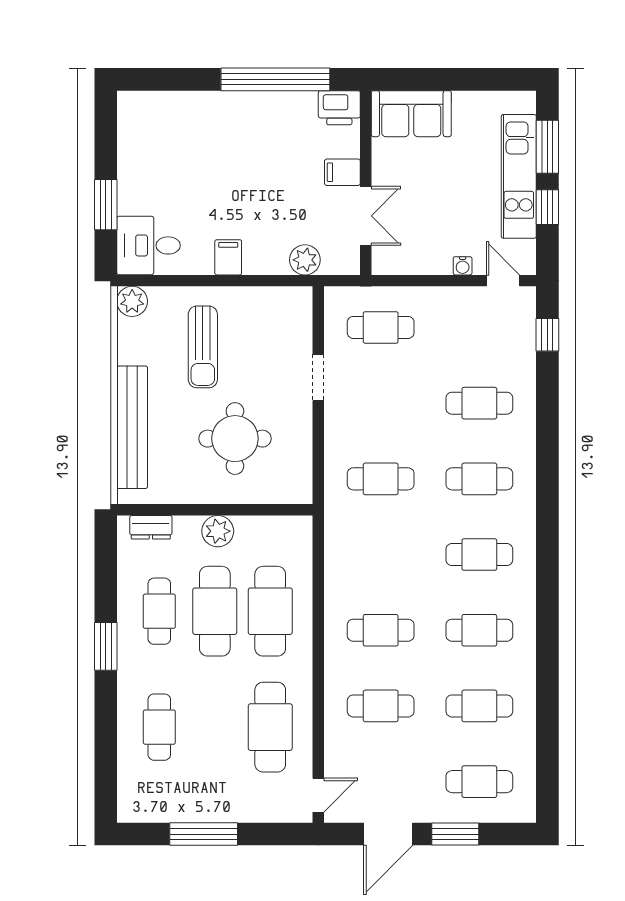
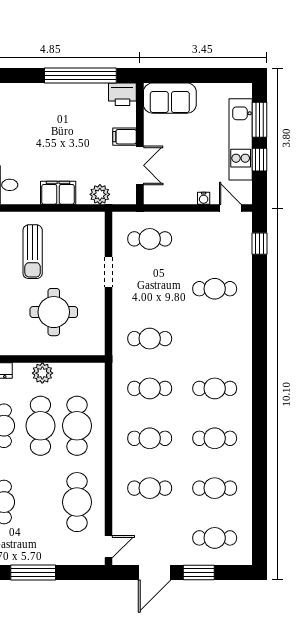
filing cabinet: (228, 257) -> (58, 193), width x2.00
cafe table: (479, 479) -> (150, 388), moved

